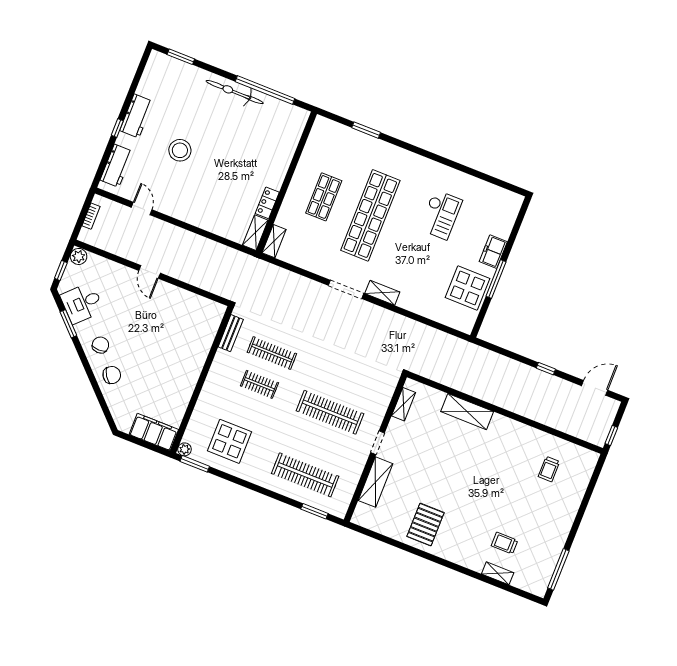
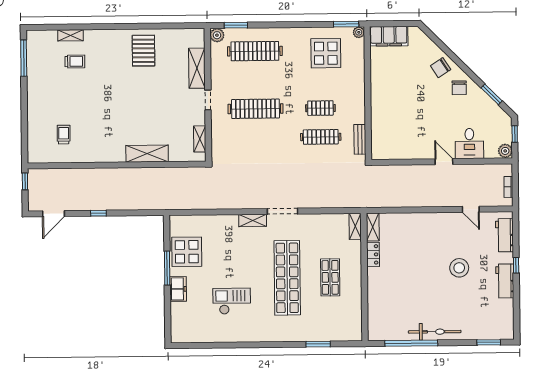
checkout: (441, 215) -> (232, 301), turned 90
desk: (82, 303) -> (469, 144), moved, turned 135
plant: (339, 509) -> (217, 35), added

